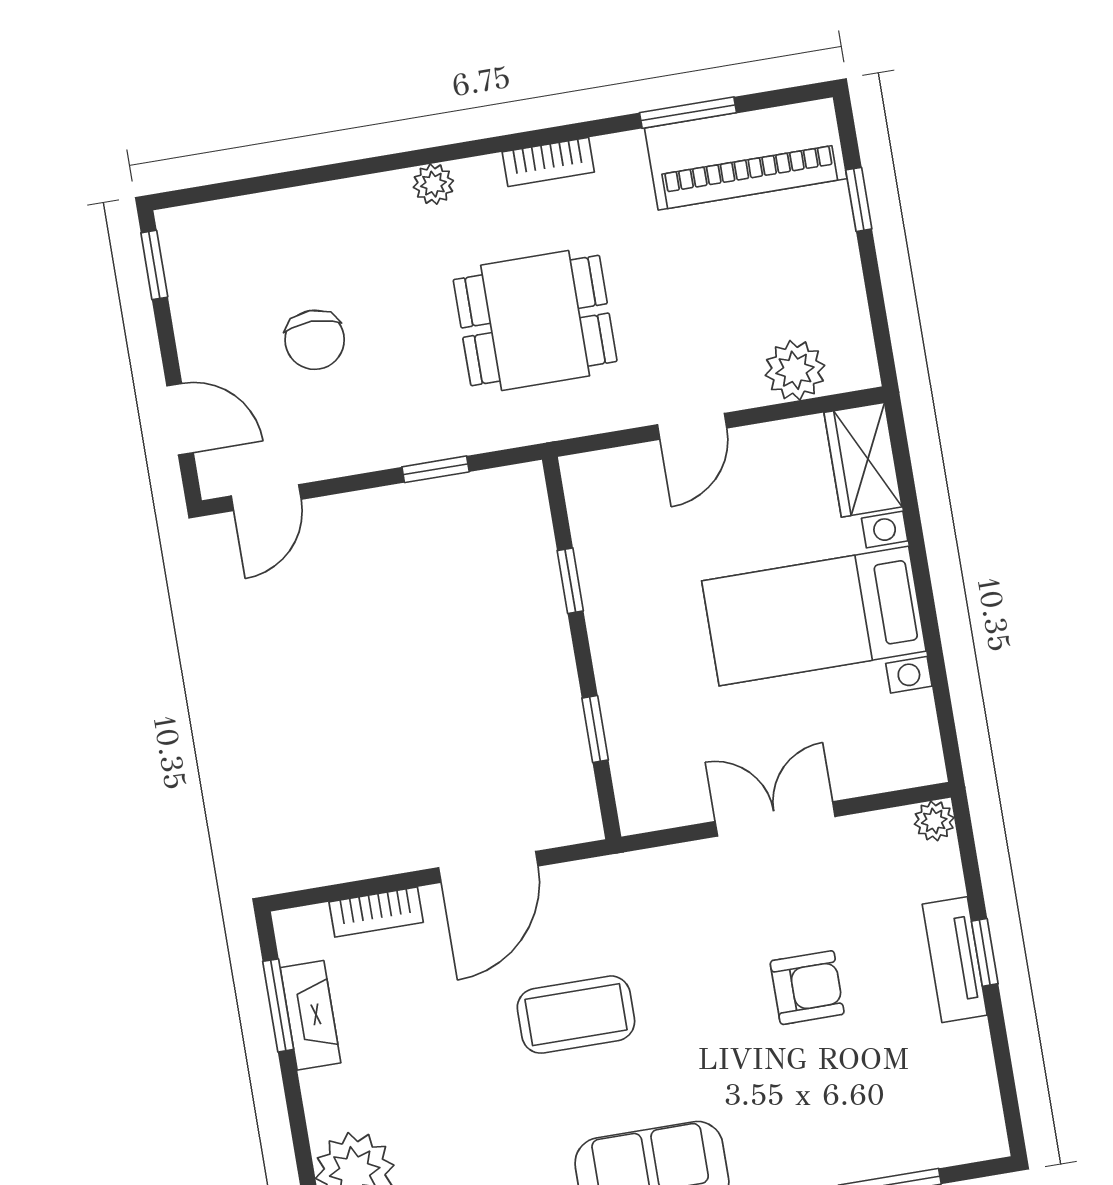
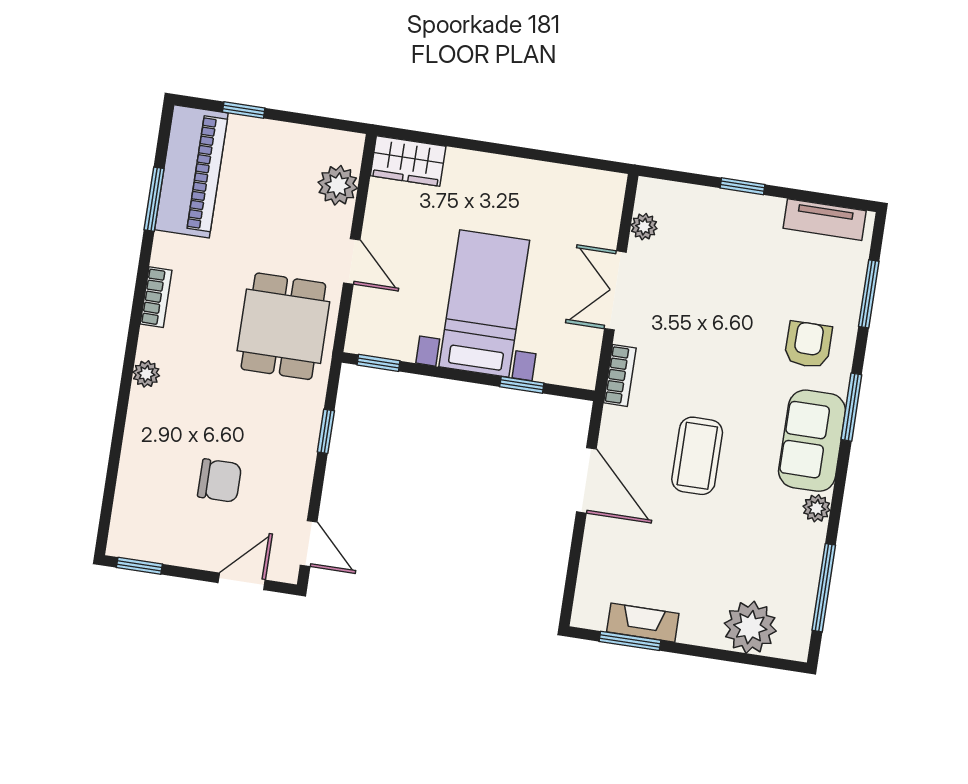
dining table: (535, 321) -> (283, 326), moved
window: (570, 581) -> (378, 363), moved
bed with nightstands: (814, 616) -> (484, 303), moved, turned 180
plant: (934, 821) -> (644, 227), moved
bookcase: (376, 912) -> (620, 375), moved
tv unit: (955, 960) -> (825, 220), moved
armchair: (807, 988) -> (808, 345), moved

